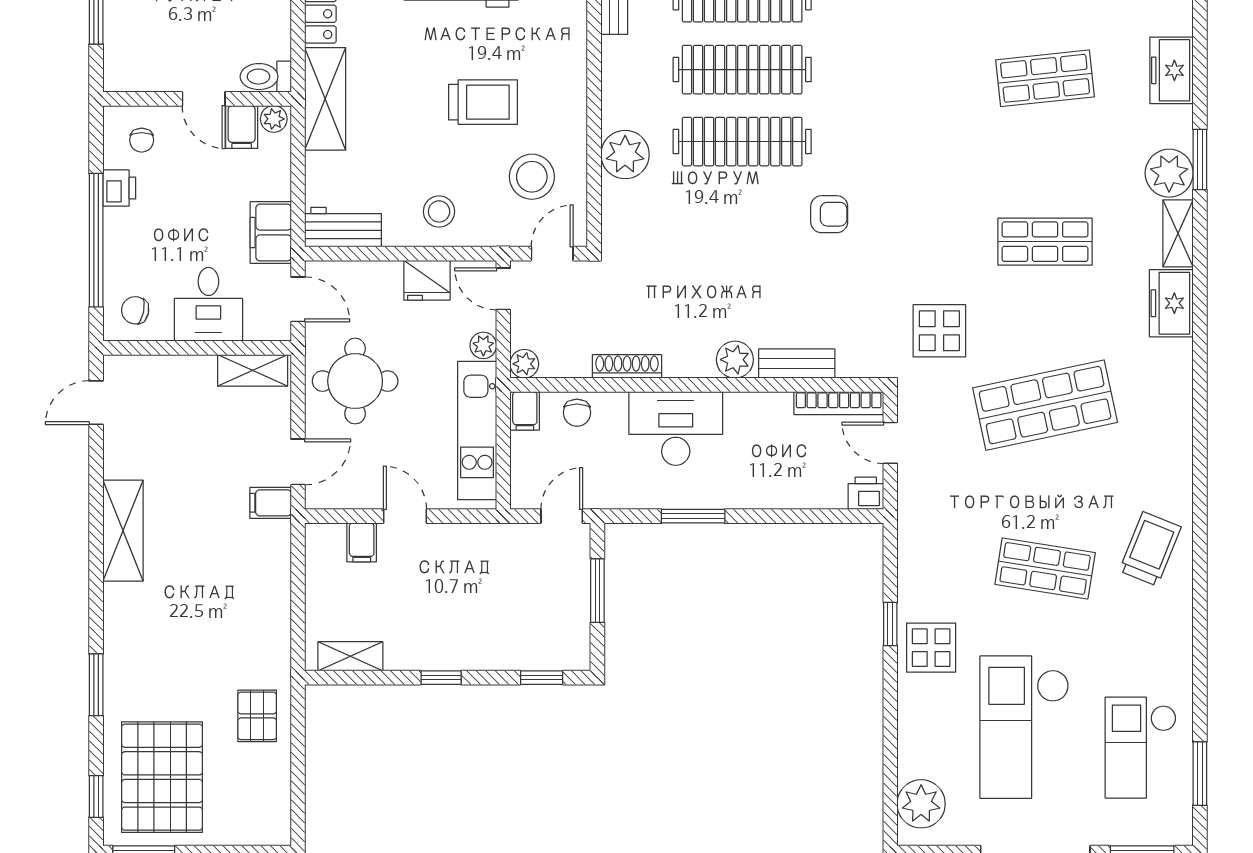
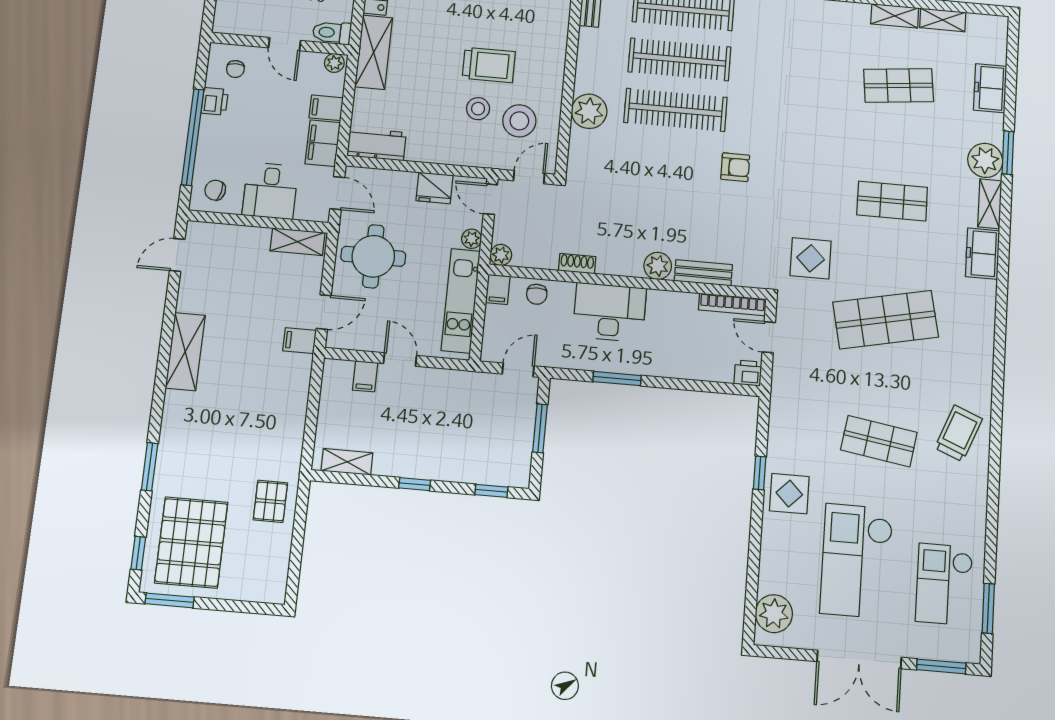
filing cabinet: (242, 127) -> (326, 108), moved, turned 90
stool: (439, 211) -> (478, 109), moved
shoe rack: (627, 366) -> (577, 264), width x0.70

